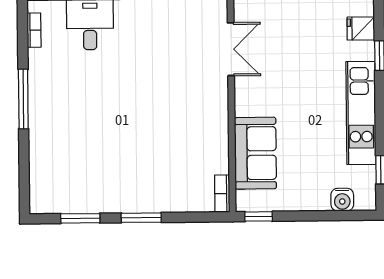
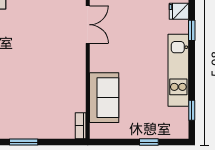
water cooler: (342, 200) -> (165, 131), removed
window: (259, 216) -> (149, 142), moved

